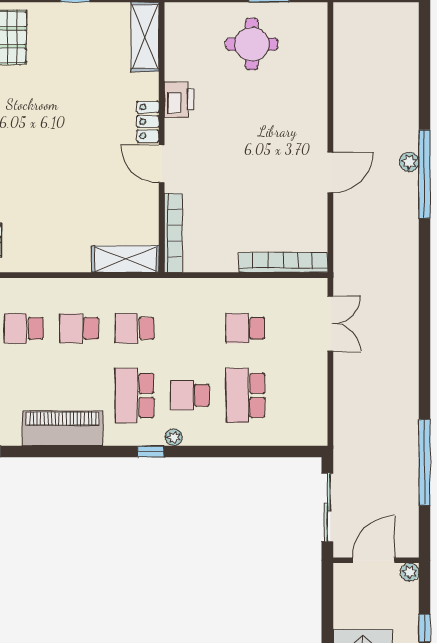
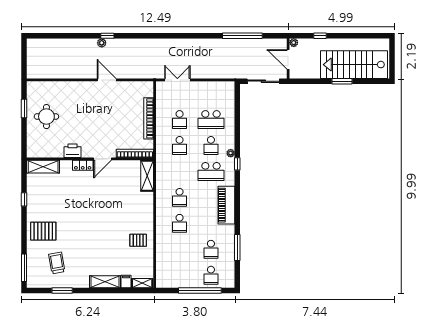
window: (424, 174) -> (107, 36), width x0.32
bookcase: (283, 262) -> (149, 118), moved
school desk: (135, 328) -> (180, 146), moved

